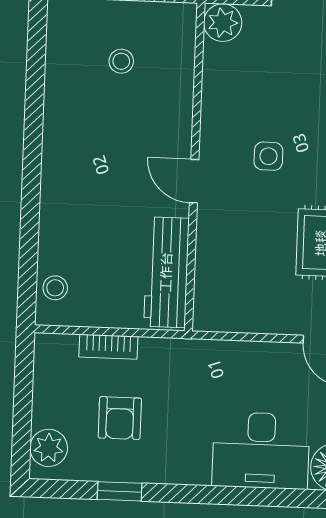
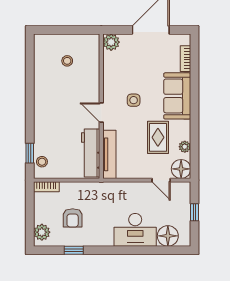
window: (28, 267) -> (30, 153), added
tv unit: (209, 277) -> (109, 154), added
bookcase: (108, 347) -> (46, 187), moved

